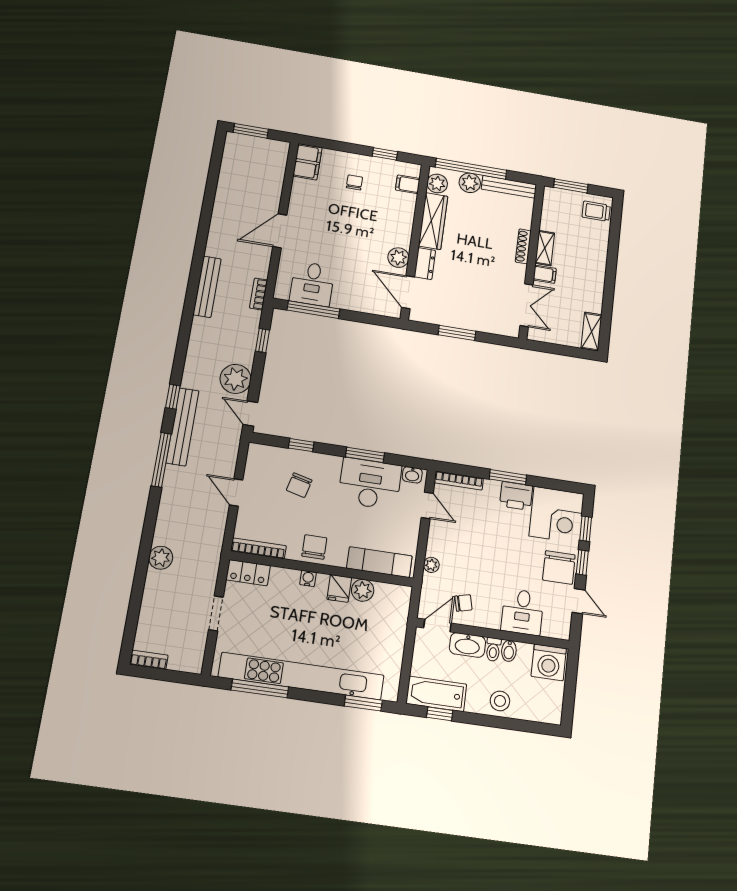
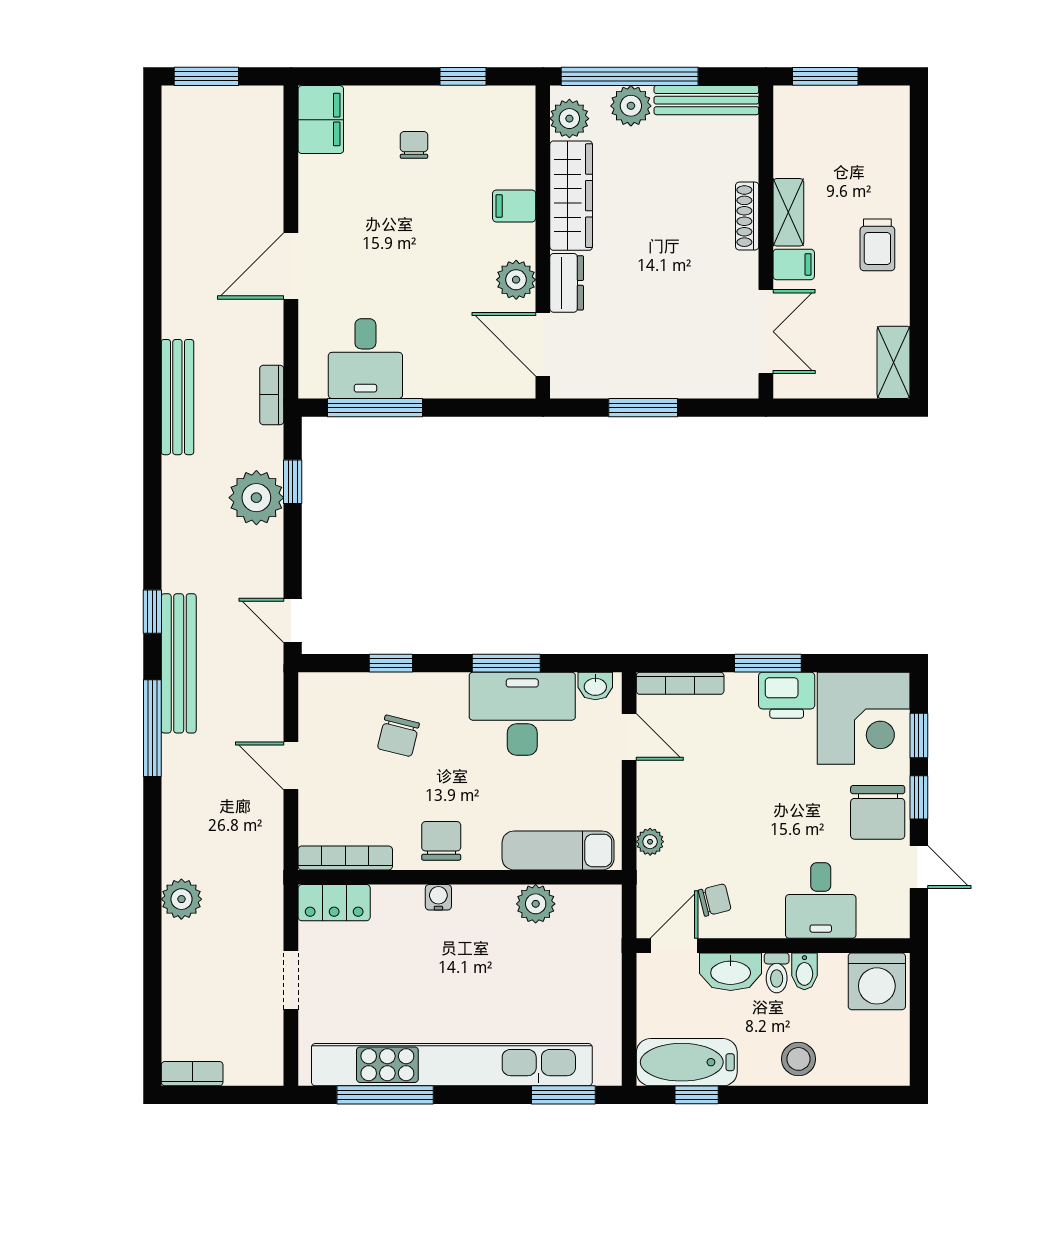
filing cabinet: (408, 184) -> (514, 206), moved
trolley: (596, 211) -> (877, 245), moved, turned -90
plant: (235, 379) -> (256, 498), moved
fridge: (339, 588) -> (495, 907), removed

